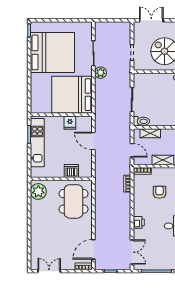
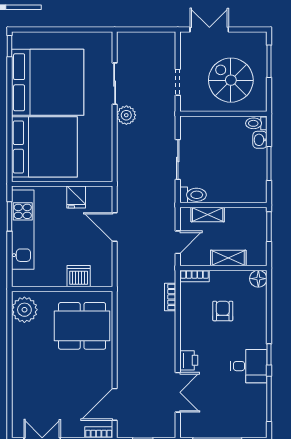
bed: (72, 95) -> (44, 147), moved, turned 180
door: (132, 150) -> (178, 242), hinge flipped
dining table: (74, 201) -> (82, 326), turned 90
double door: (132, 252) -> (178, 392), moved

